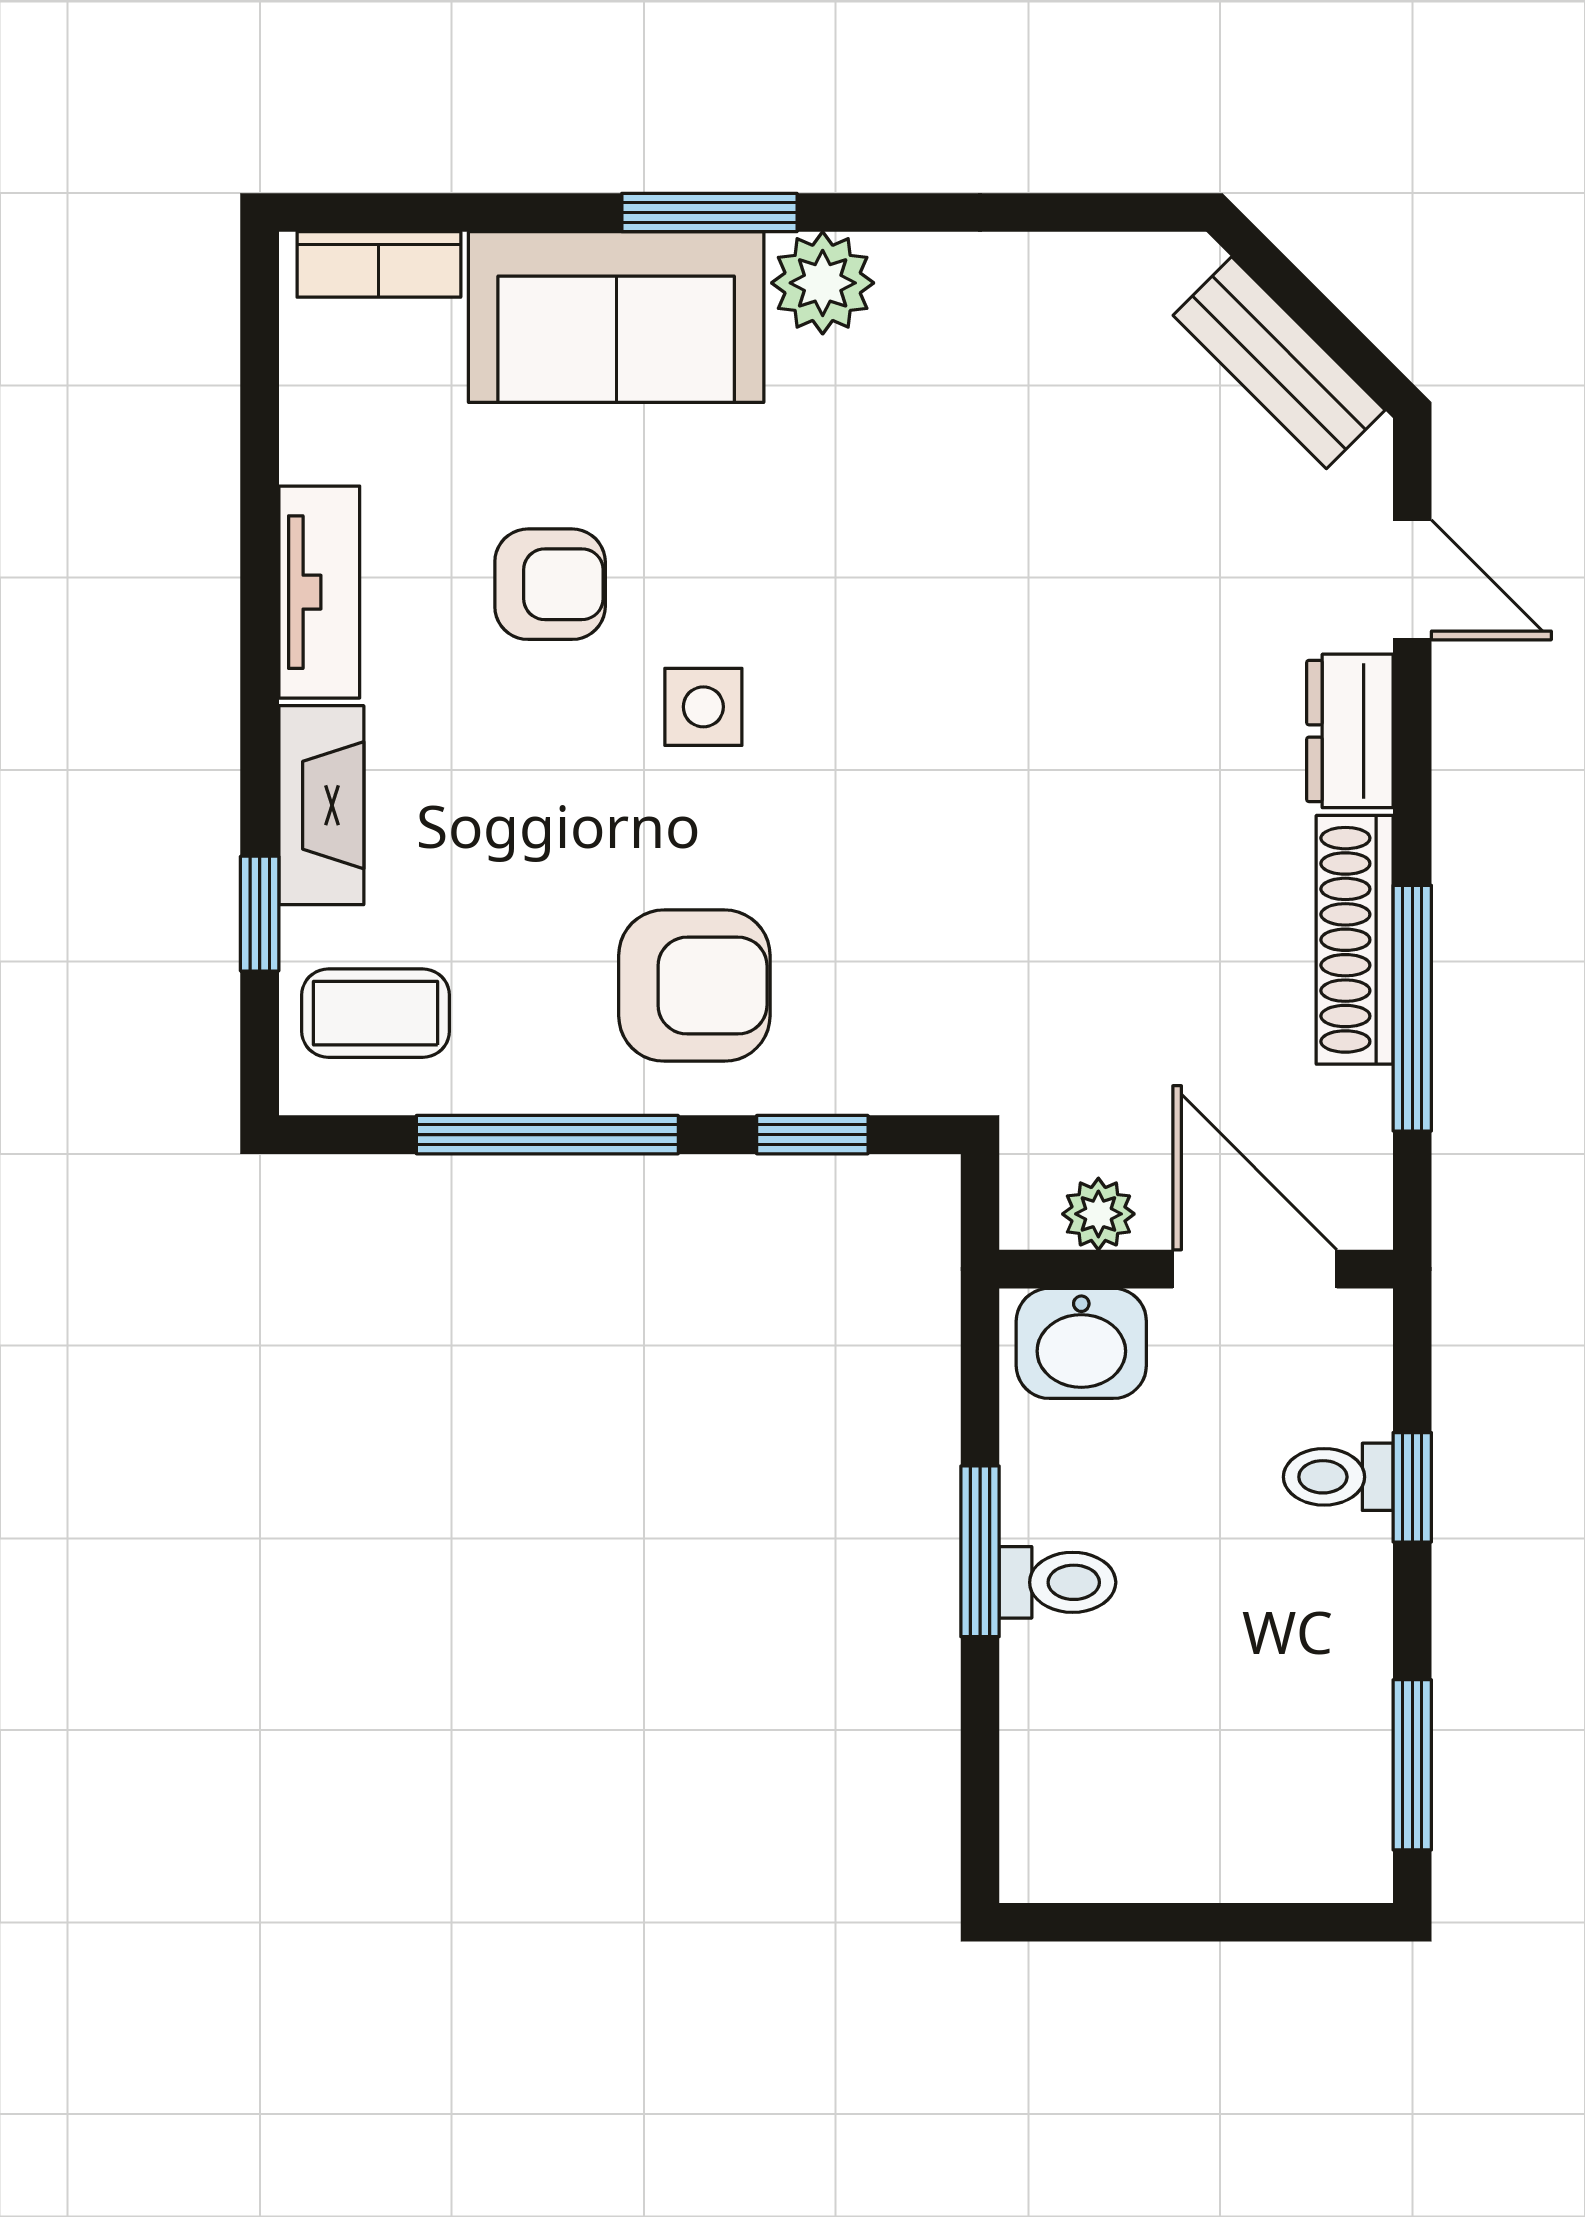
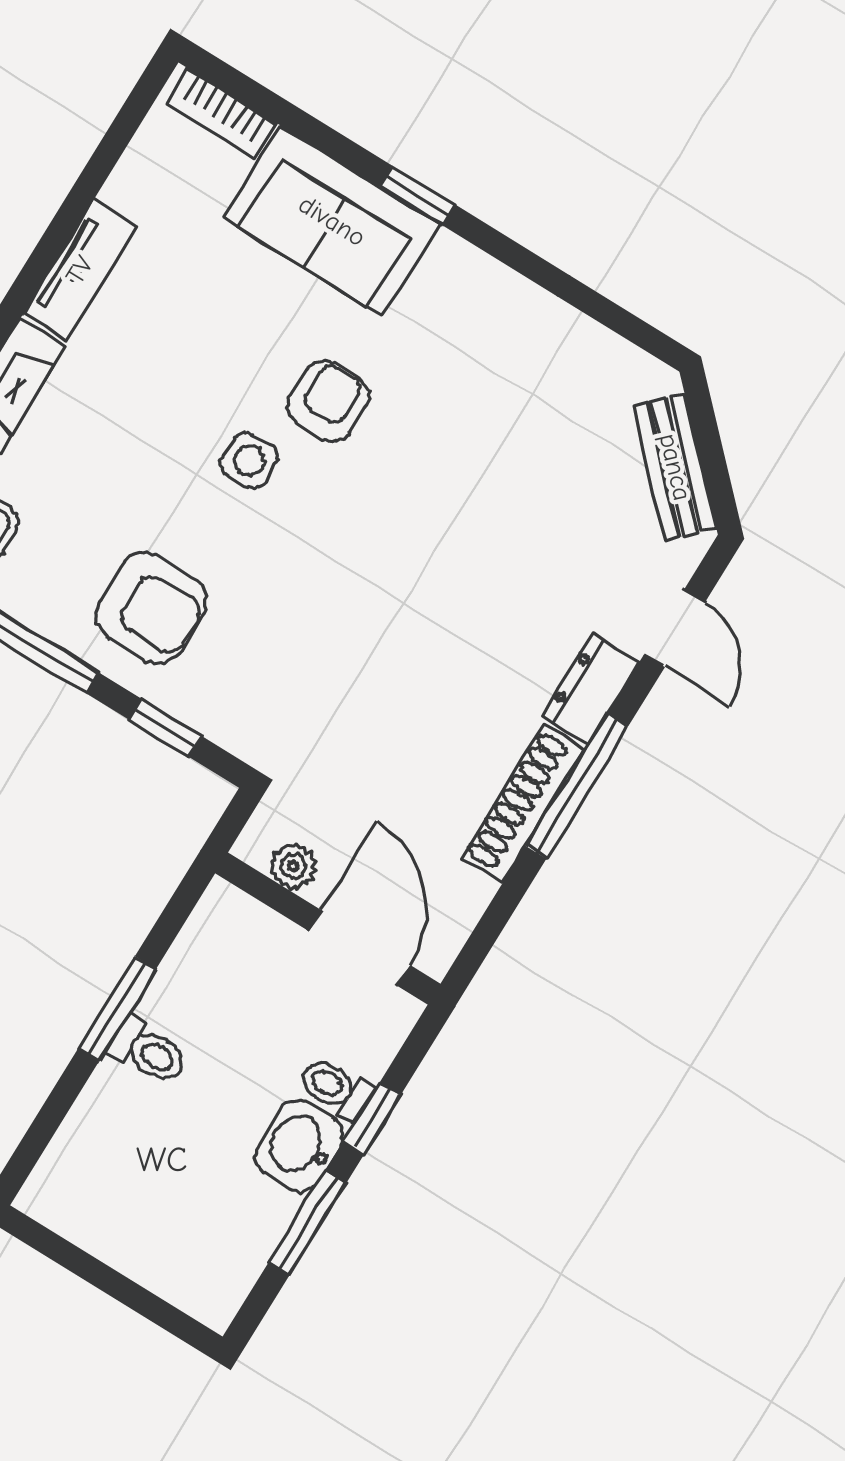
window: (709, 213) -> (417, 196), width x0.67
plant: (823, 283) -> (455, 271), removed
armchair: (550, 584) -> (328, 401), moved, turned -90
window: (1412, 1008) -> (577, 786), moved
washbasin: (1081, 1343) -> (300, 1146), moved, turned 90
window: (1412, 1765) -> (307, 1223), moved

